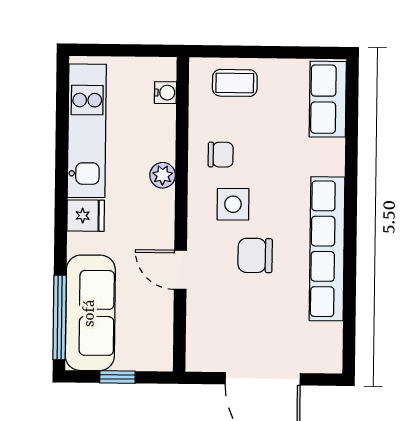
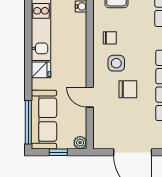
plant: (163, 175) -> (80, 143), moved
chair: (255, 255) -> (128, 89), turned 180

